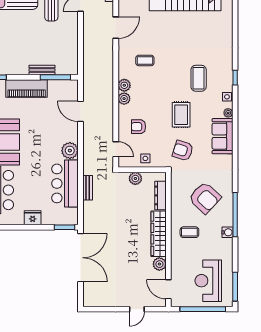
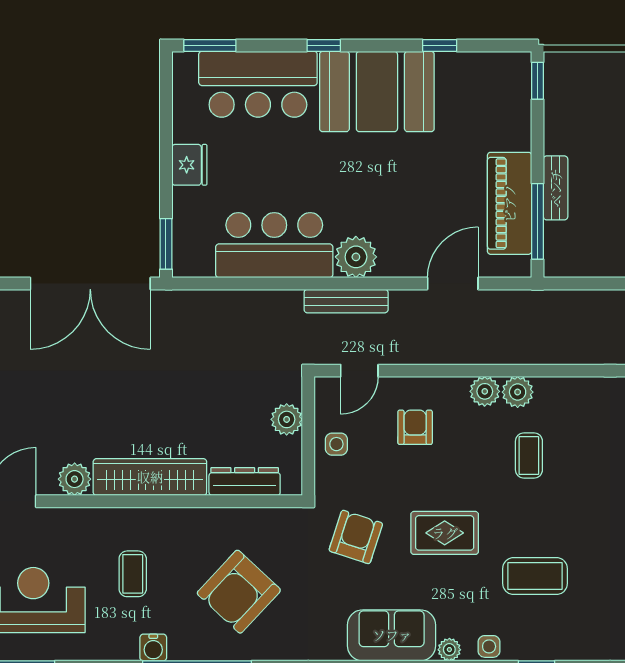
coffee table: (145, 60) -> (529, 456), moved
piano: (27, 89) -> (510, 203), moved
bench: (88, 188) -> (346, 301), moved, width x1.36
coffee table: (189, 232) -> (133, 574), moved

